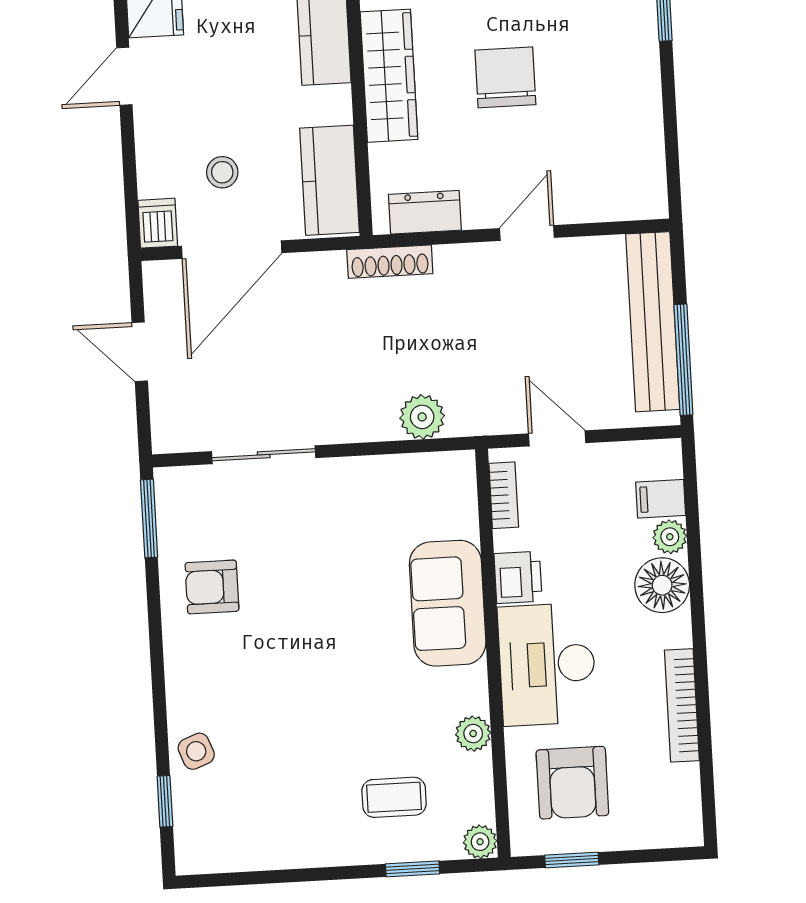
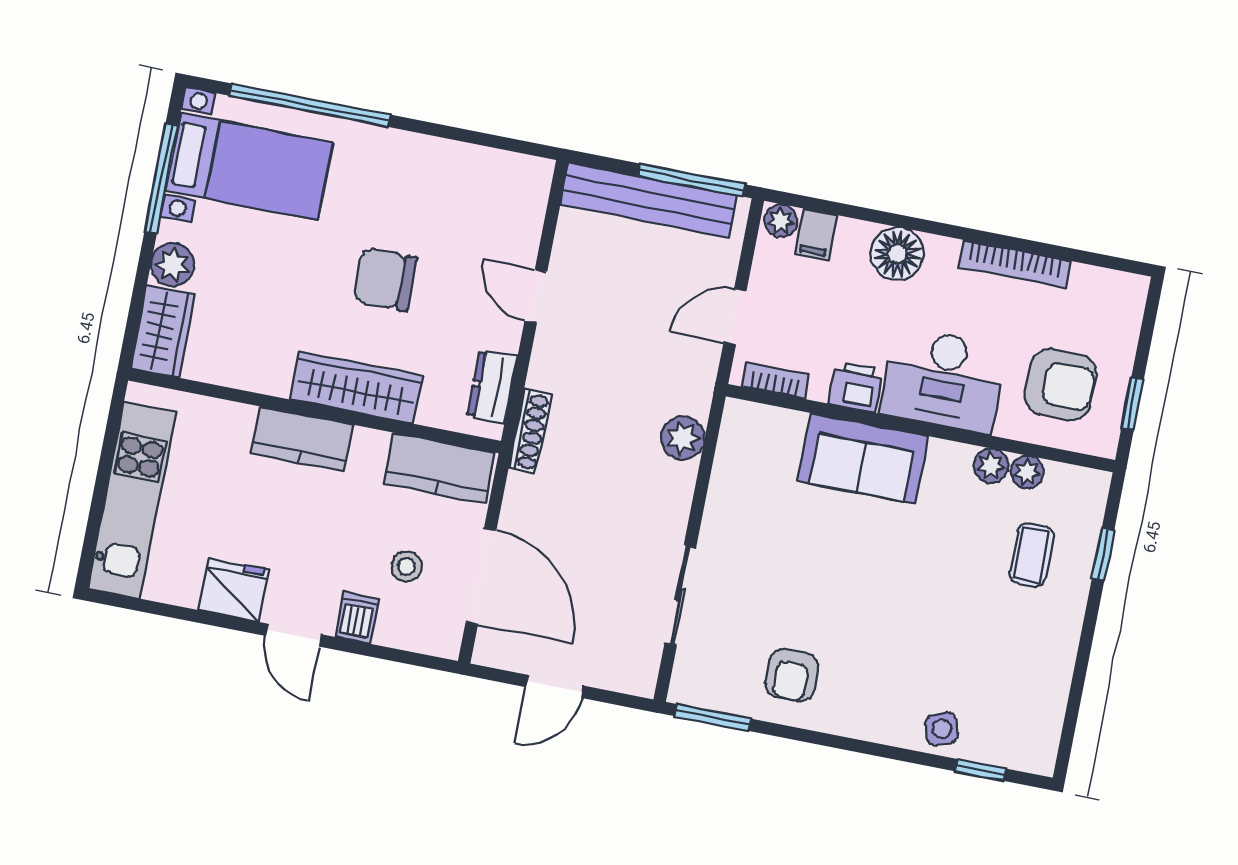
dishwasher: (158, 223) -> (357, 618), moved, turned 90
plant: (670, 537) -> (781, 221), moved
plant: (480, 842) -> (1027, 472), moved

